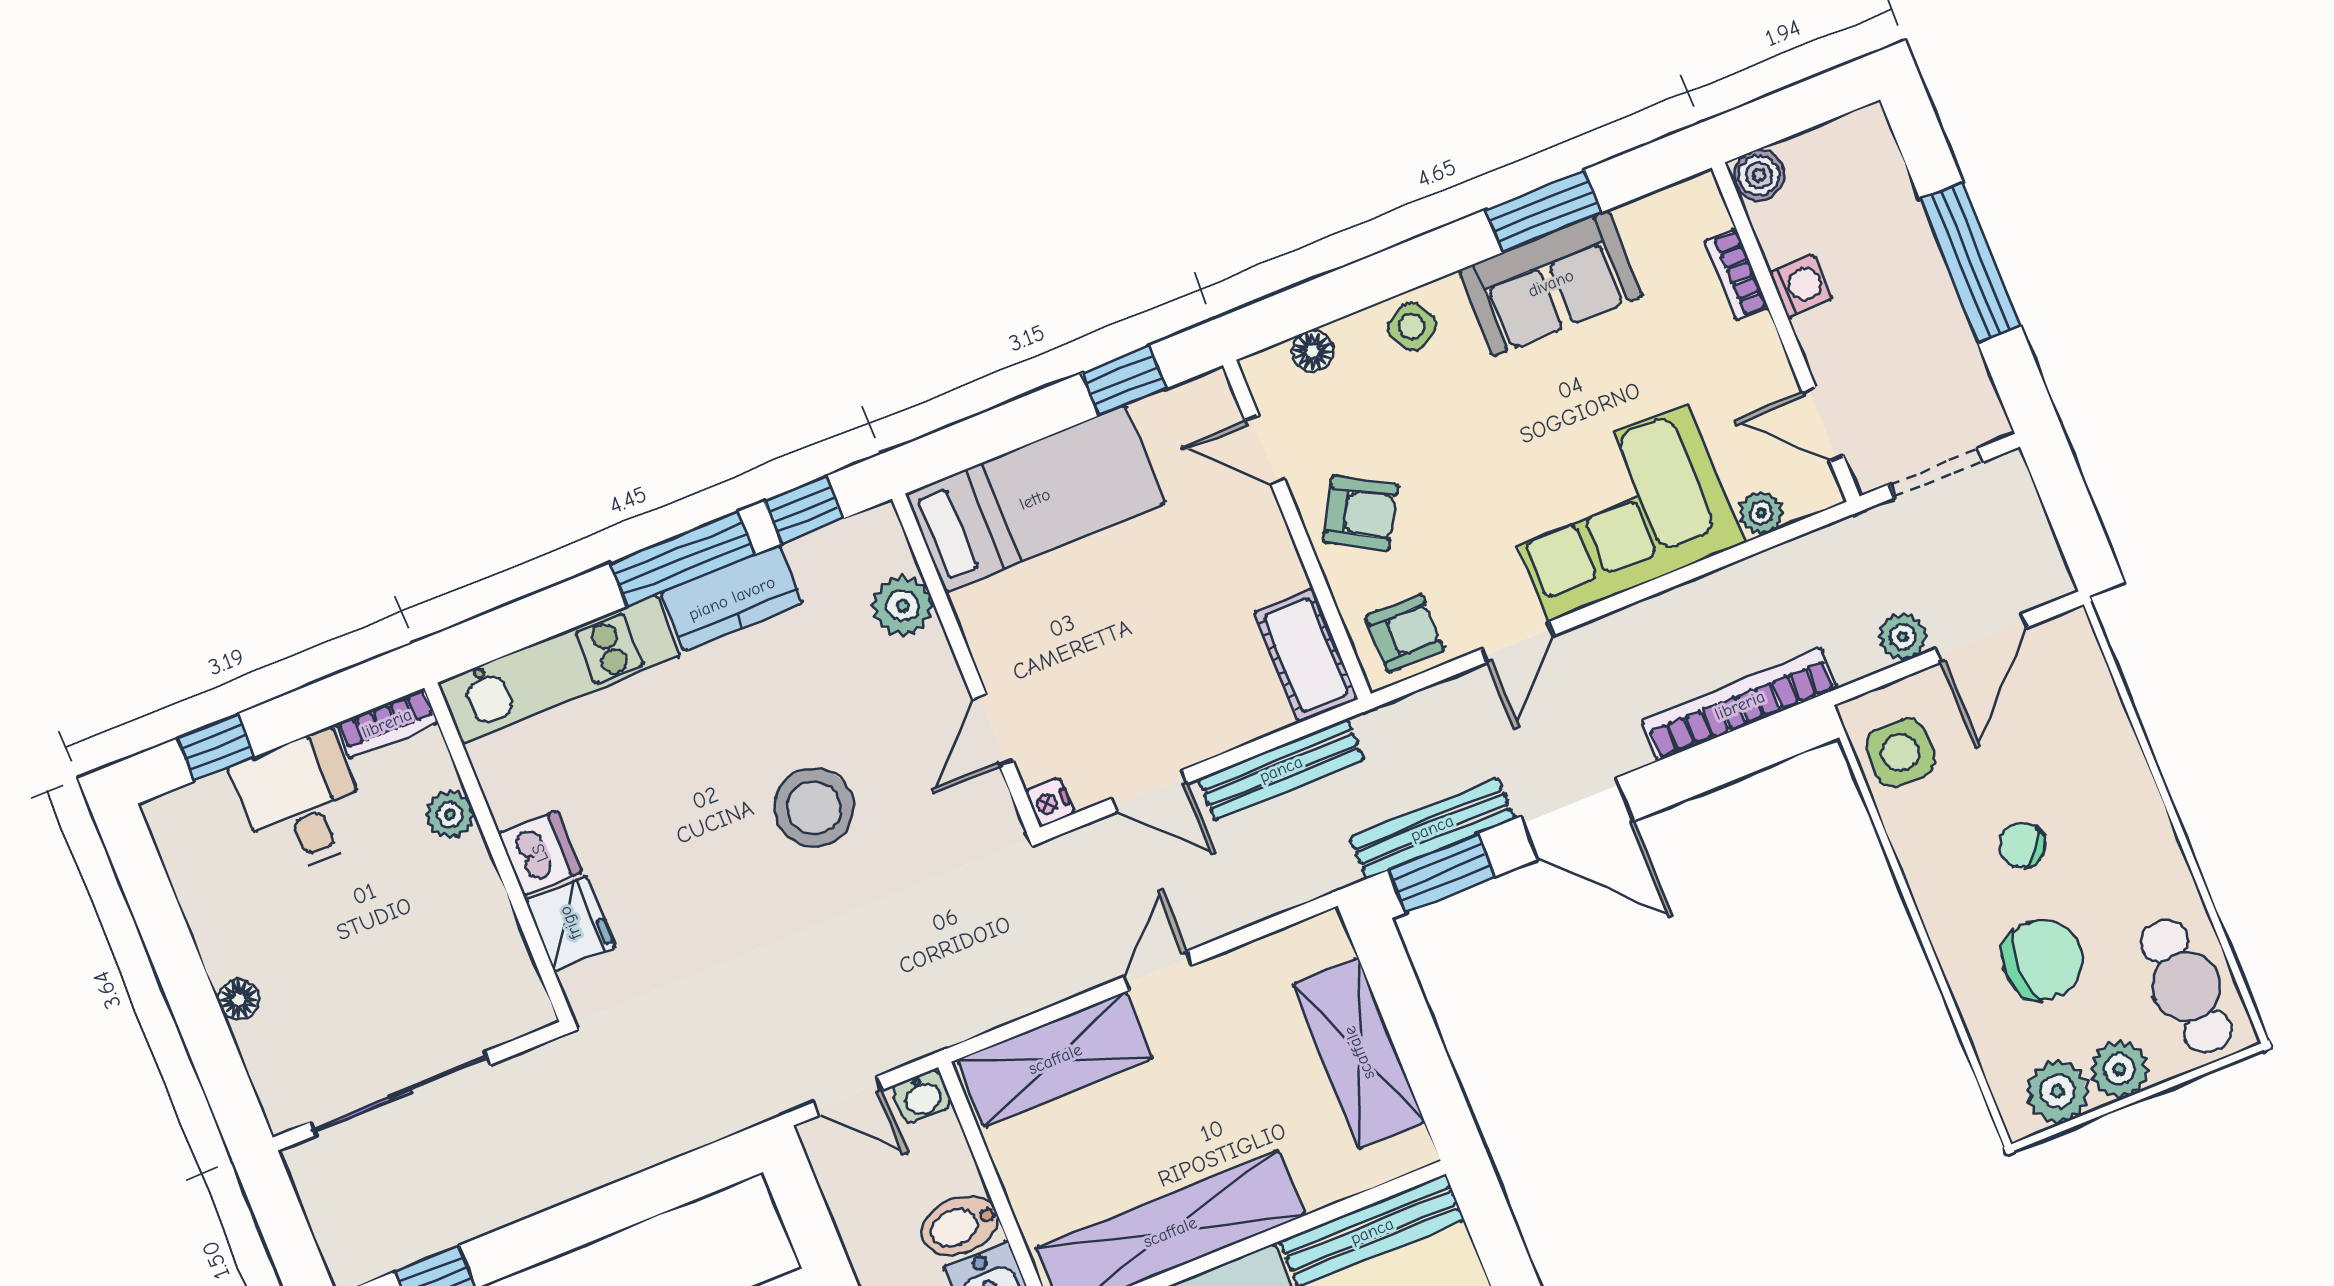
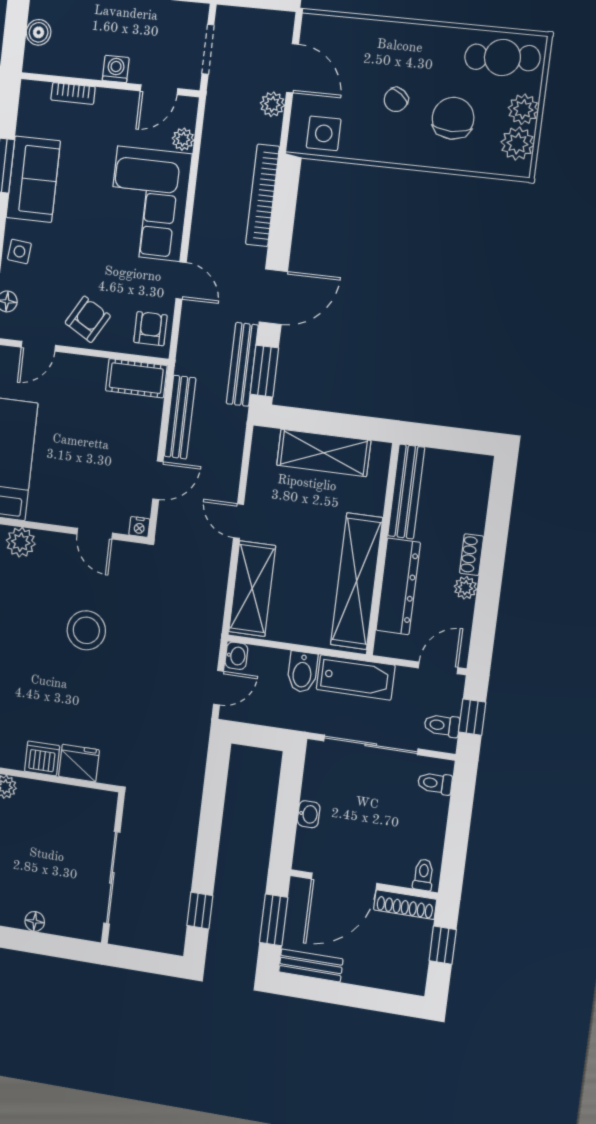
boiler: (1759, 175) -> (39, 32), moved
washing machine: (1801, 286) -> (116, 69), moved
side table: (1412, 326) -> (19, 251), turned 38

